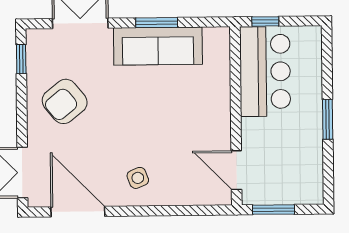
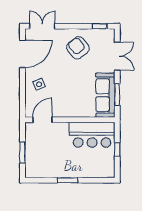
bar counter: (265, 71) -> (92, 135), moved
wall: (236, 116) -> (70, 120), moved
door: (236, 170) -> (42, 120), moved

